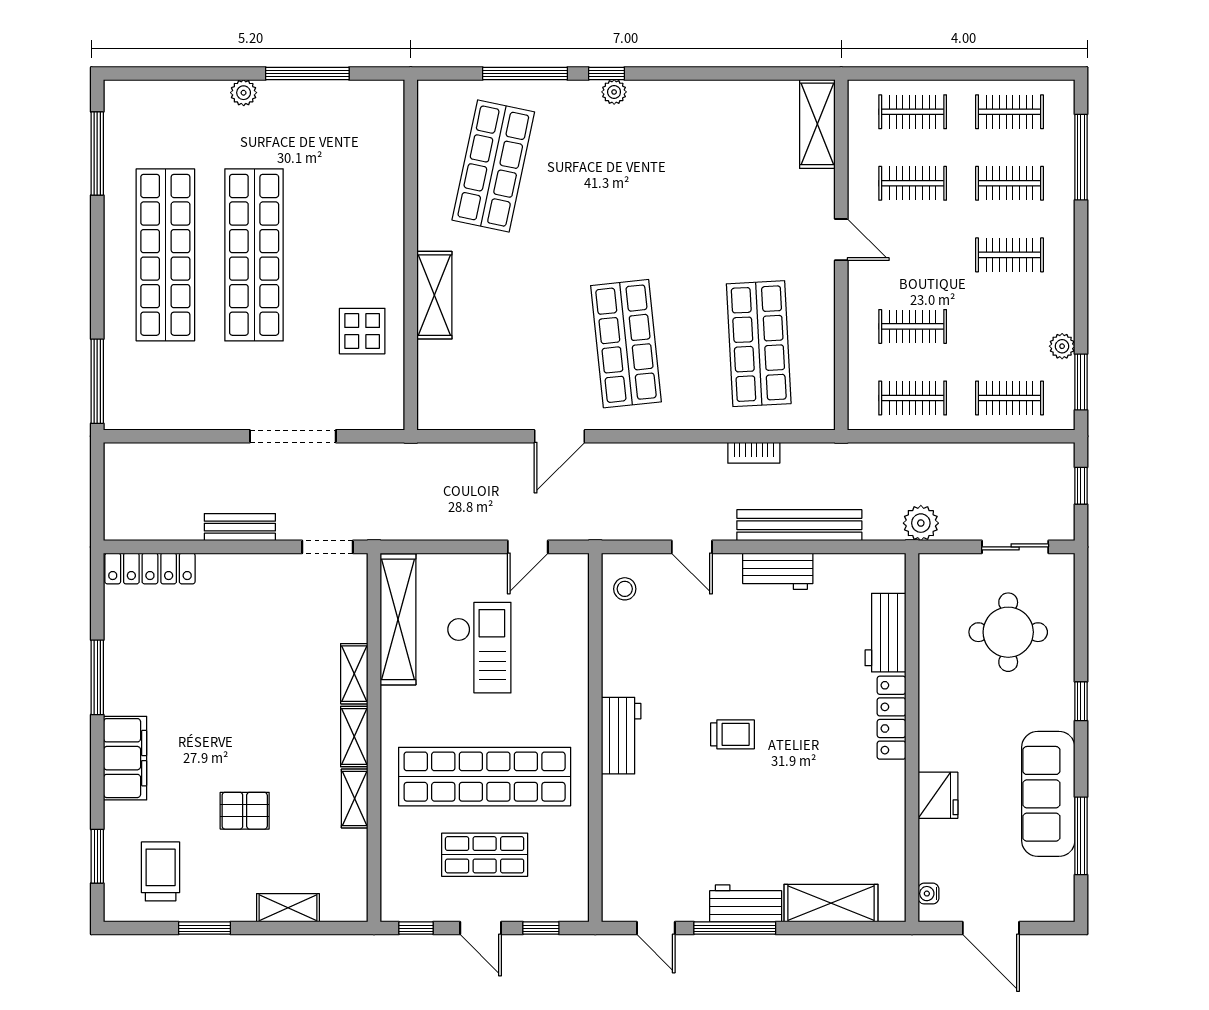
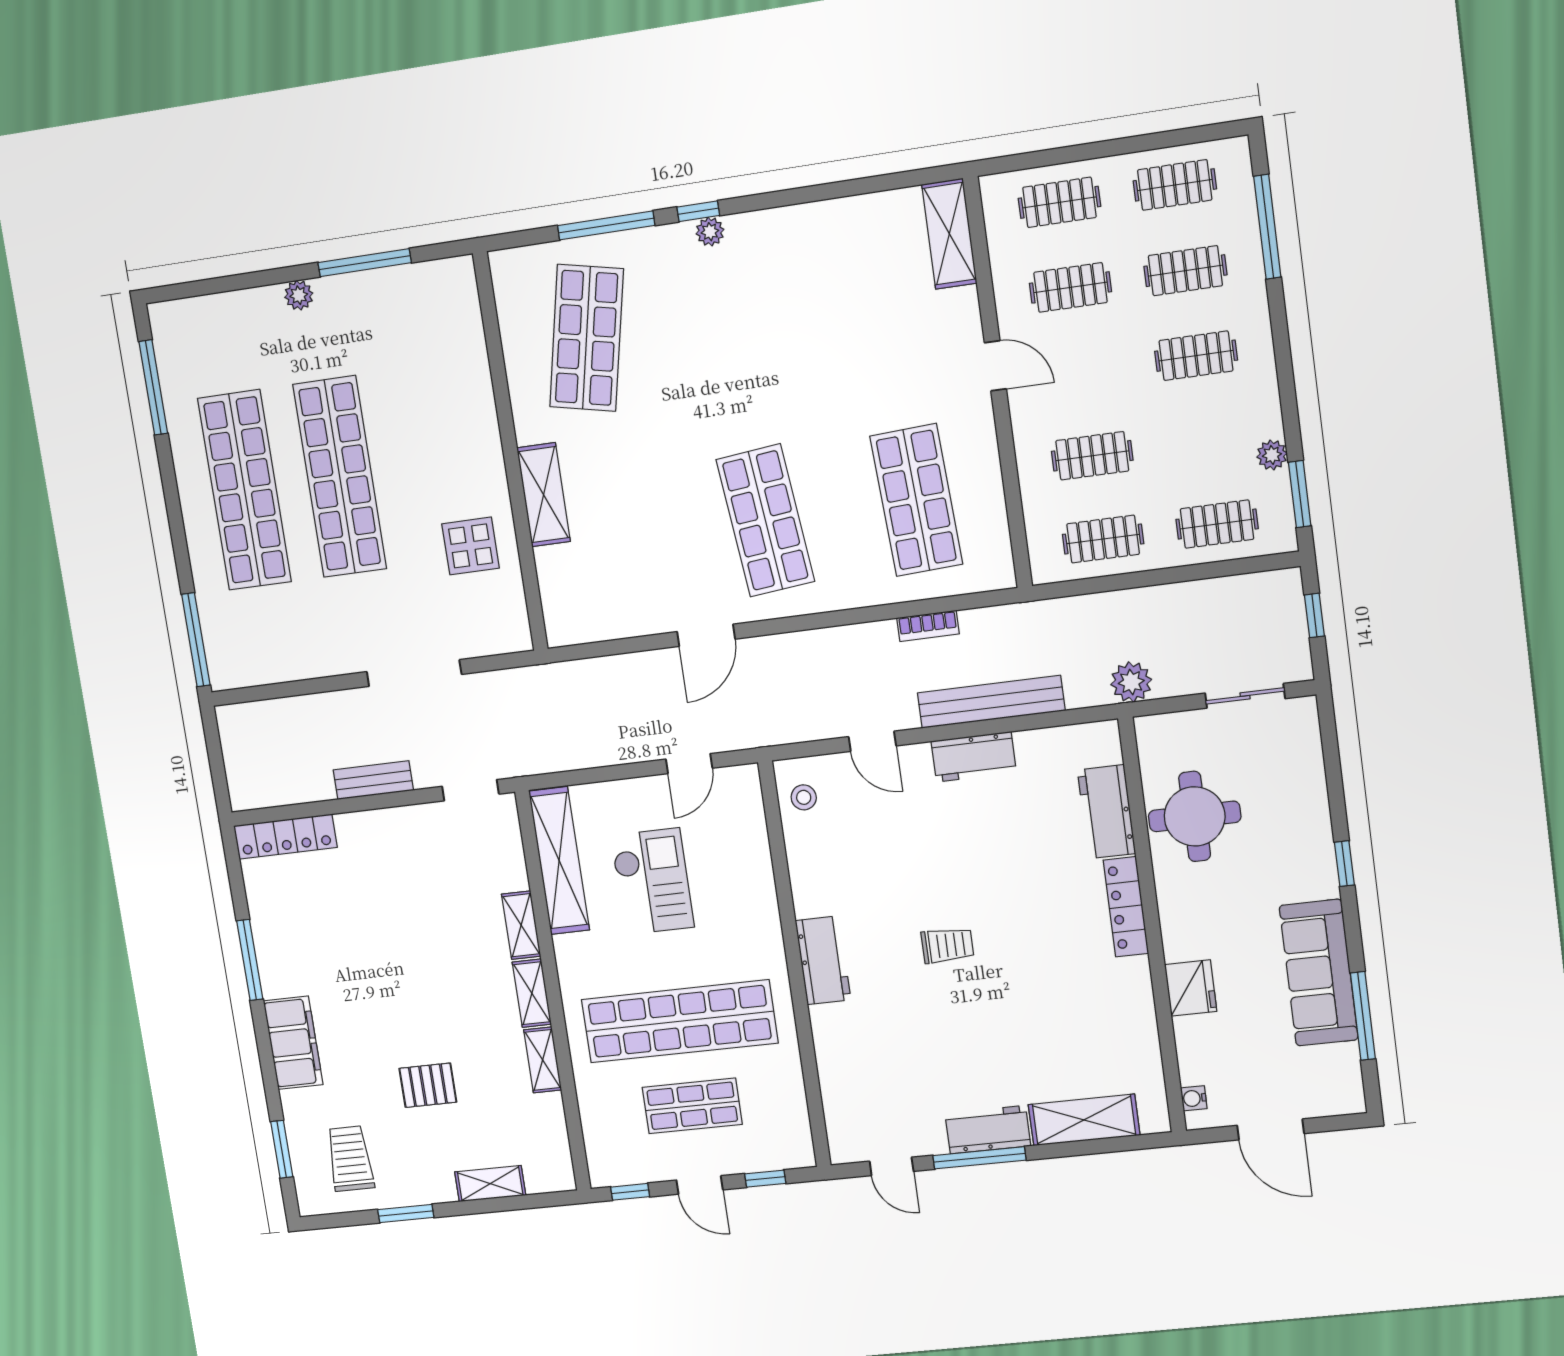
round table: (1008, 632) -> (1195, 816), moved

